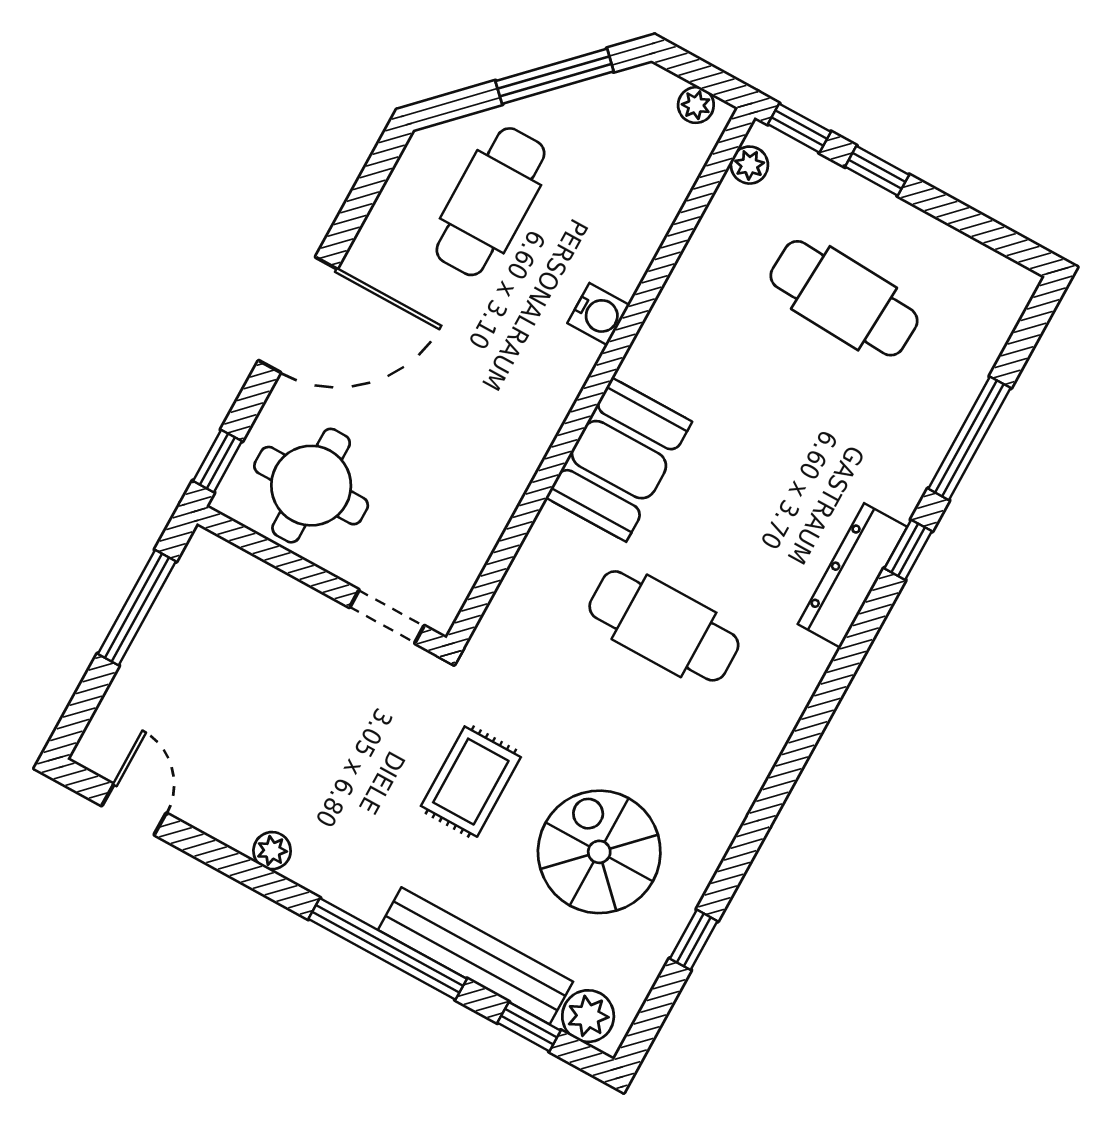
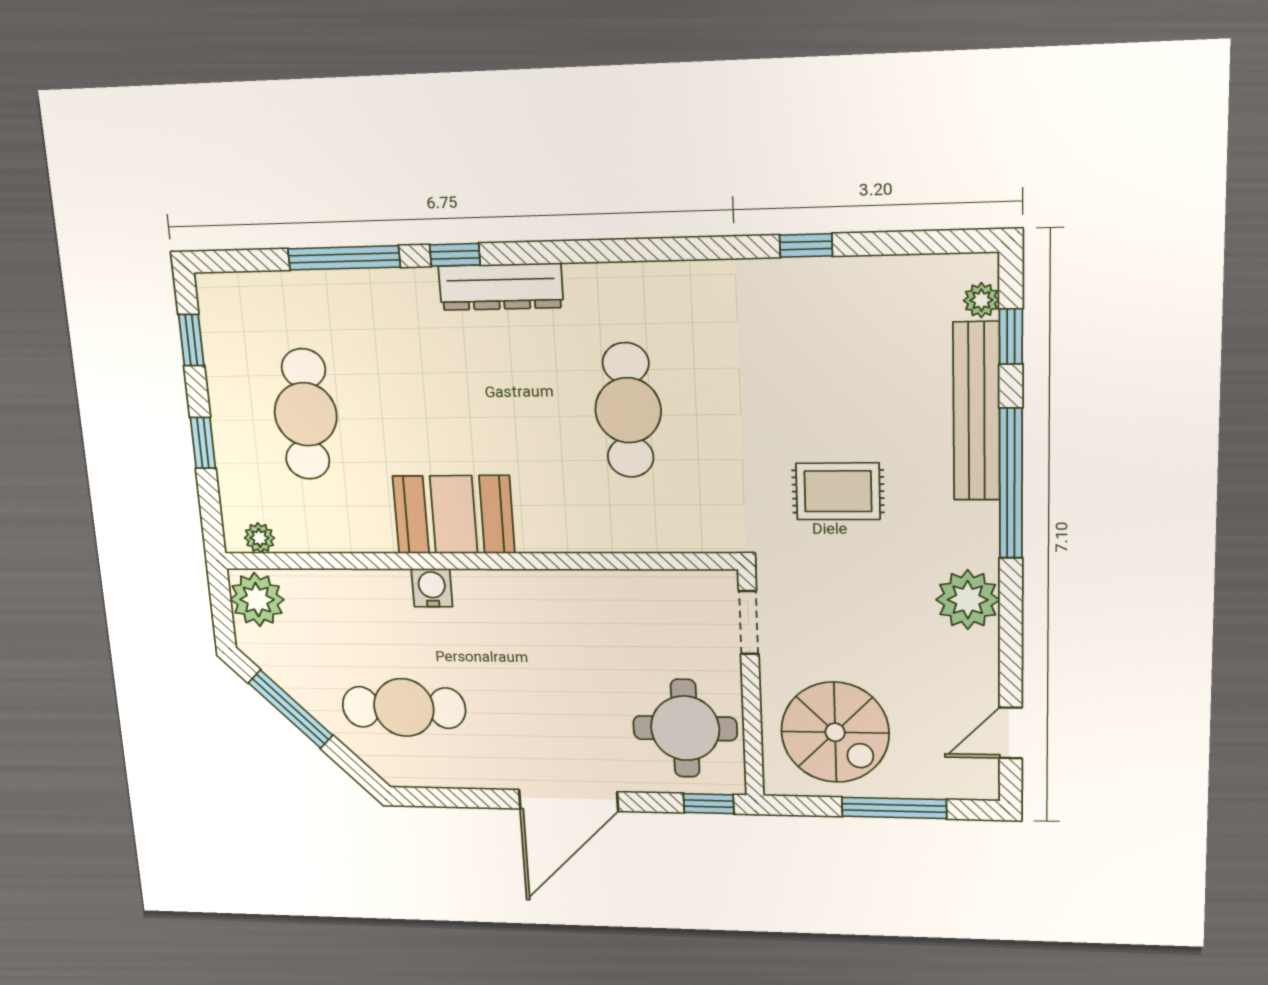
plant: (696, 105) -> (257, 600), width x1.88, depth x1.88
window: (799, 128) -> (191, 340), moved
door: (298, 315) -> (568, 800), swing flipped
booth: (619, 460) -> (454, 515), moved
window: (137, 608) -> (894, 808), moved
plant: (272, 851) -> (968, 600), width x1.88, depth x1.88
spiral stairs: (599, 852) -> (835, 732), moved, turned -90
window: (694, 940) -> (806, 245), moved
plant: (588, 1016) -> (981, 300), width x0.73, depth x0.73

